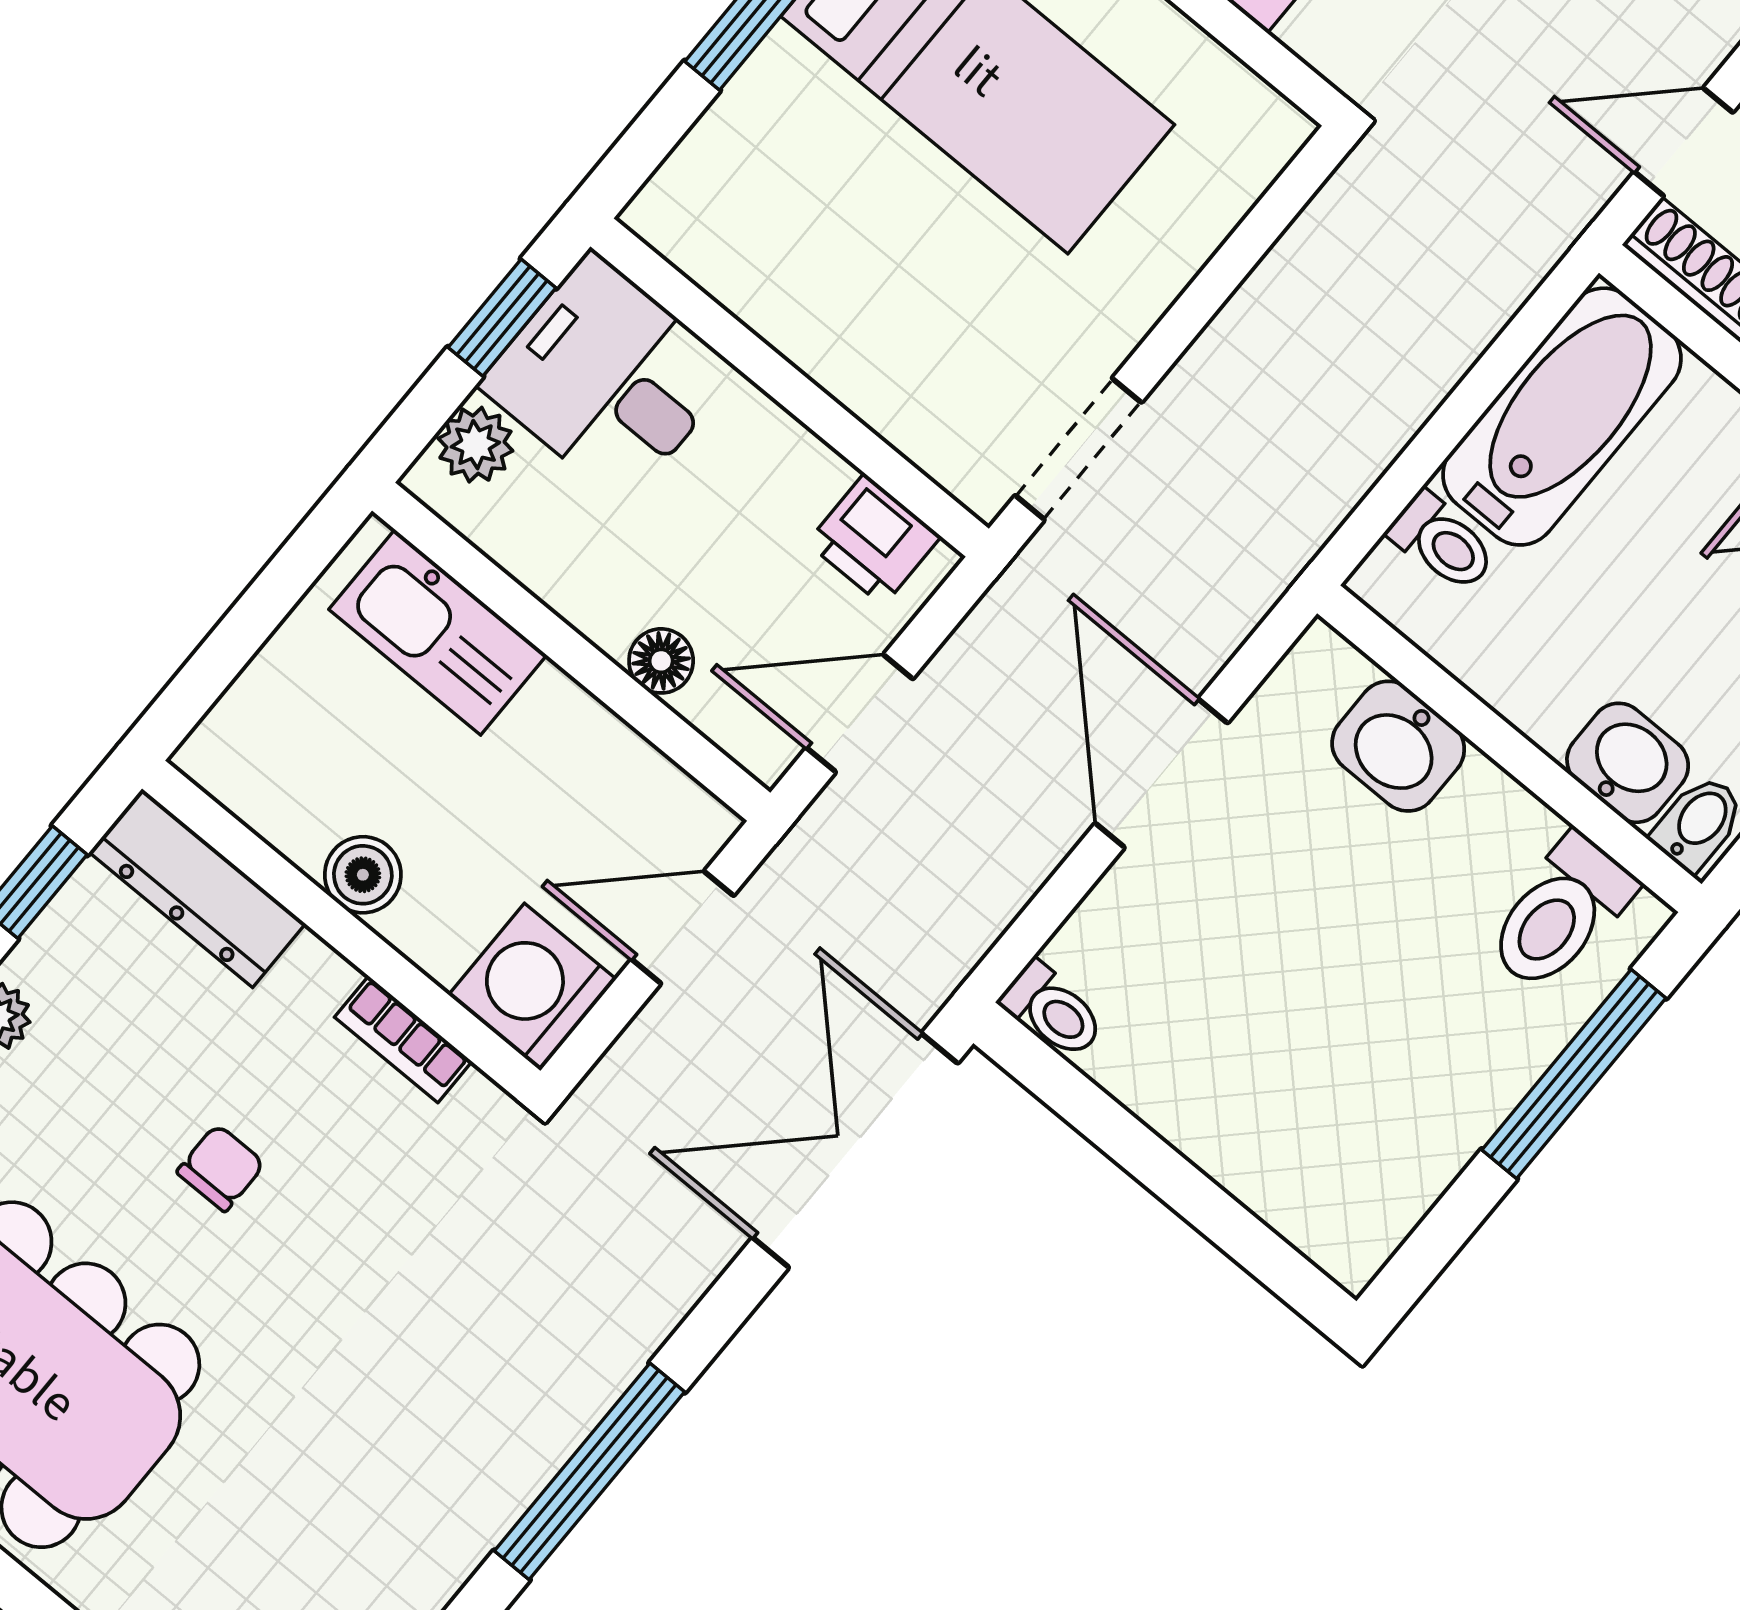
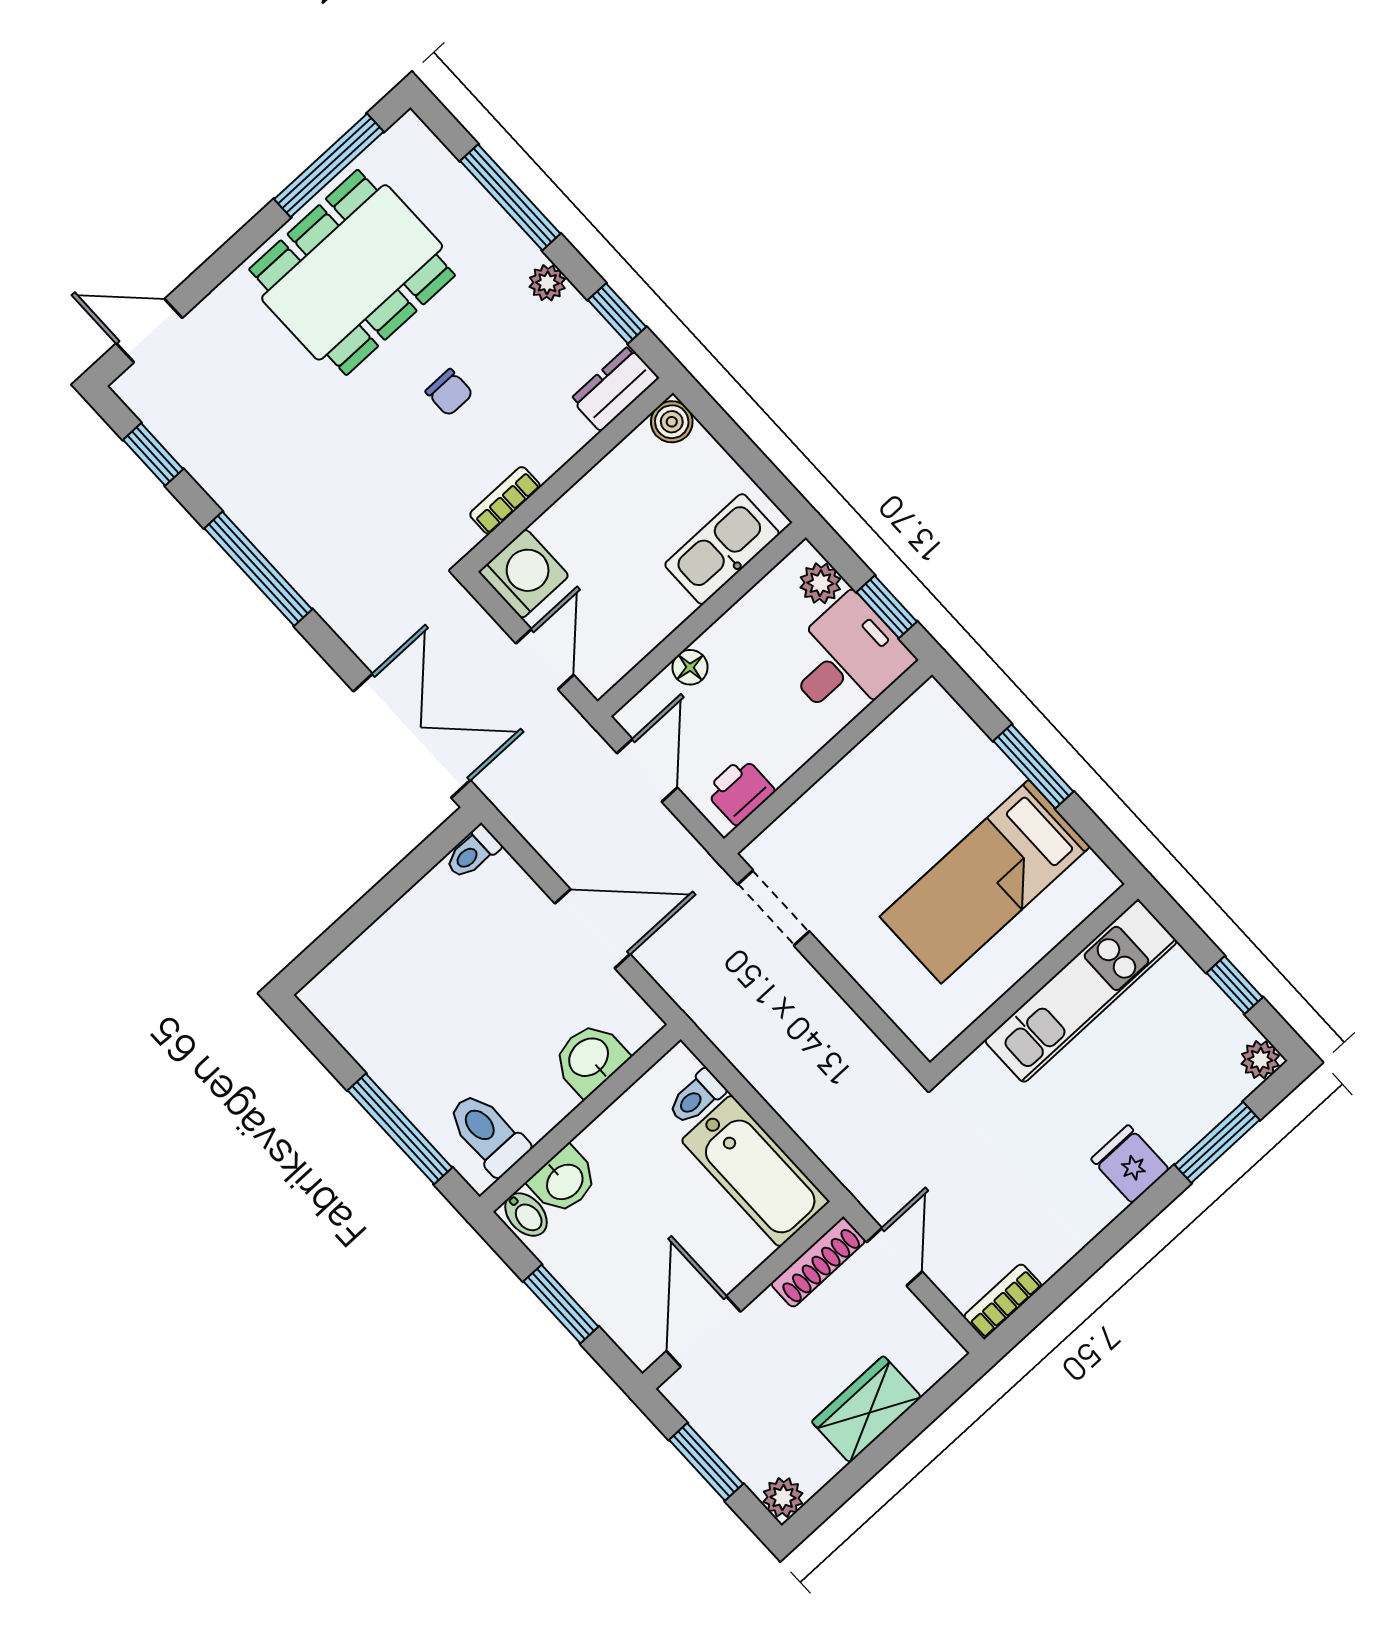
boiler: (363, 875) -> (672, 422), moved
dresser: (197, 888) -> (615, 389), width x0.70

